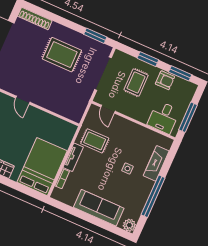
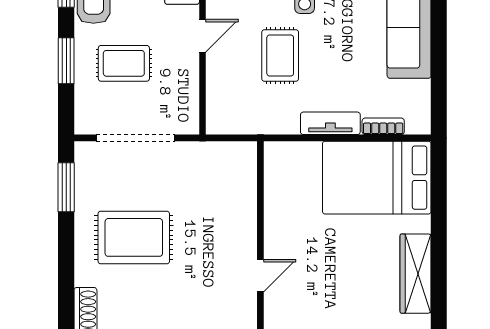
rug: (62, 55) -> (134, 237), turned 90
door: (108, 109) -> (202, 36), moved
rug: (95, 141) -> (280, 55), moved

